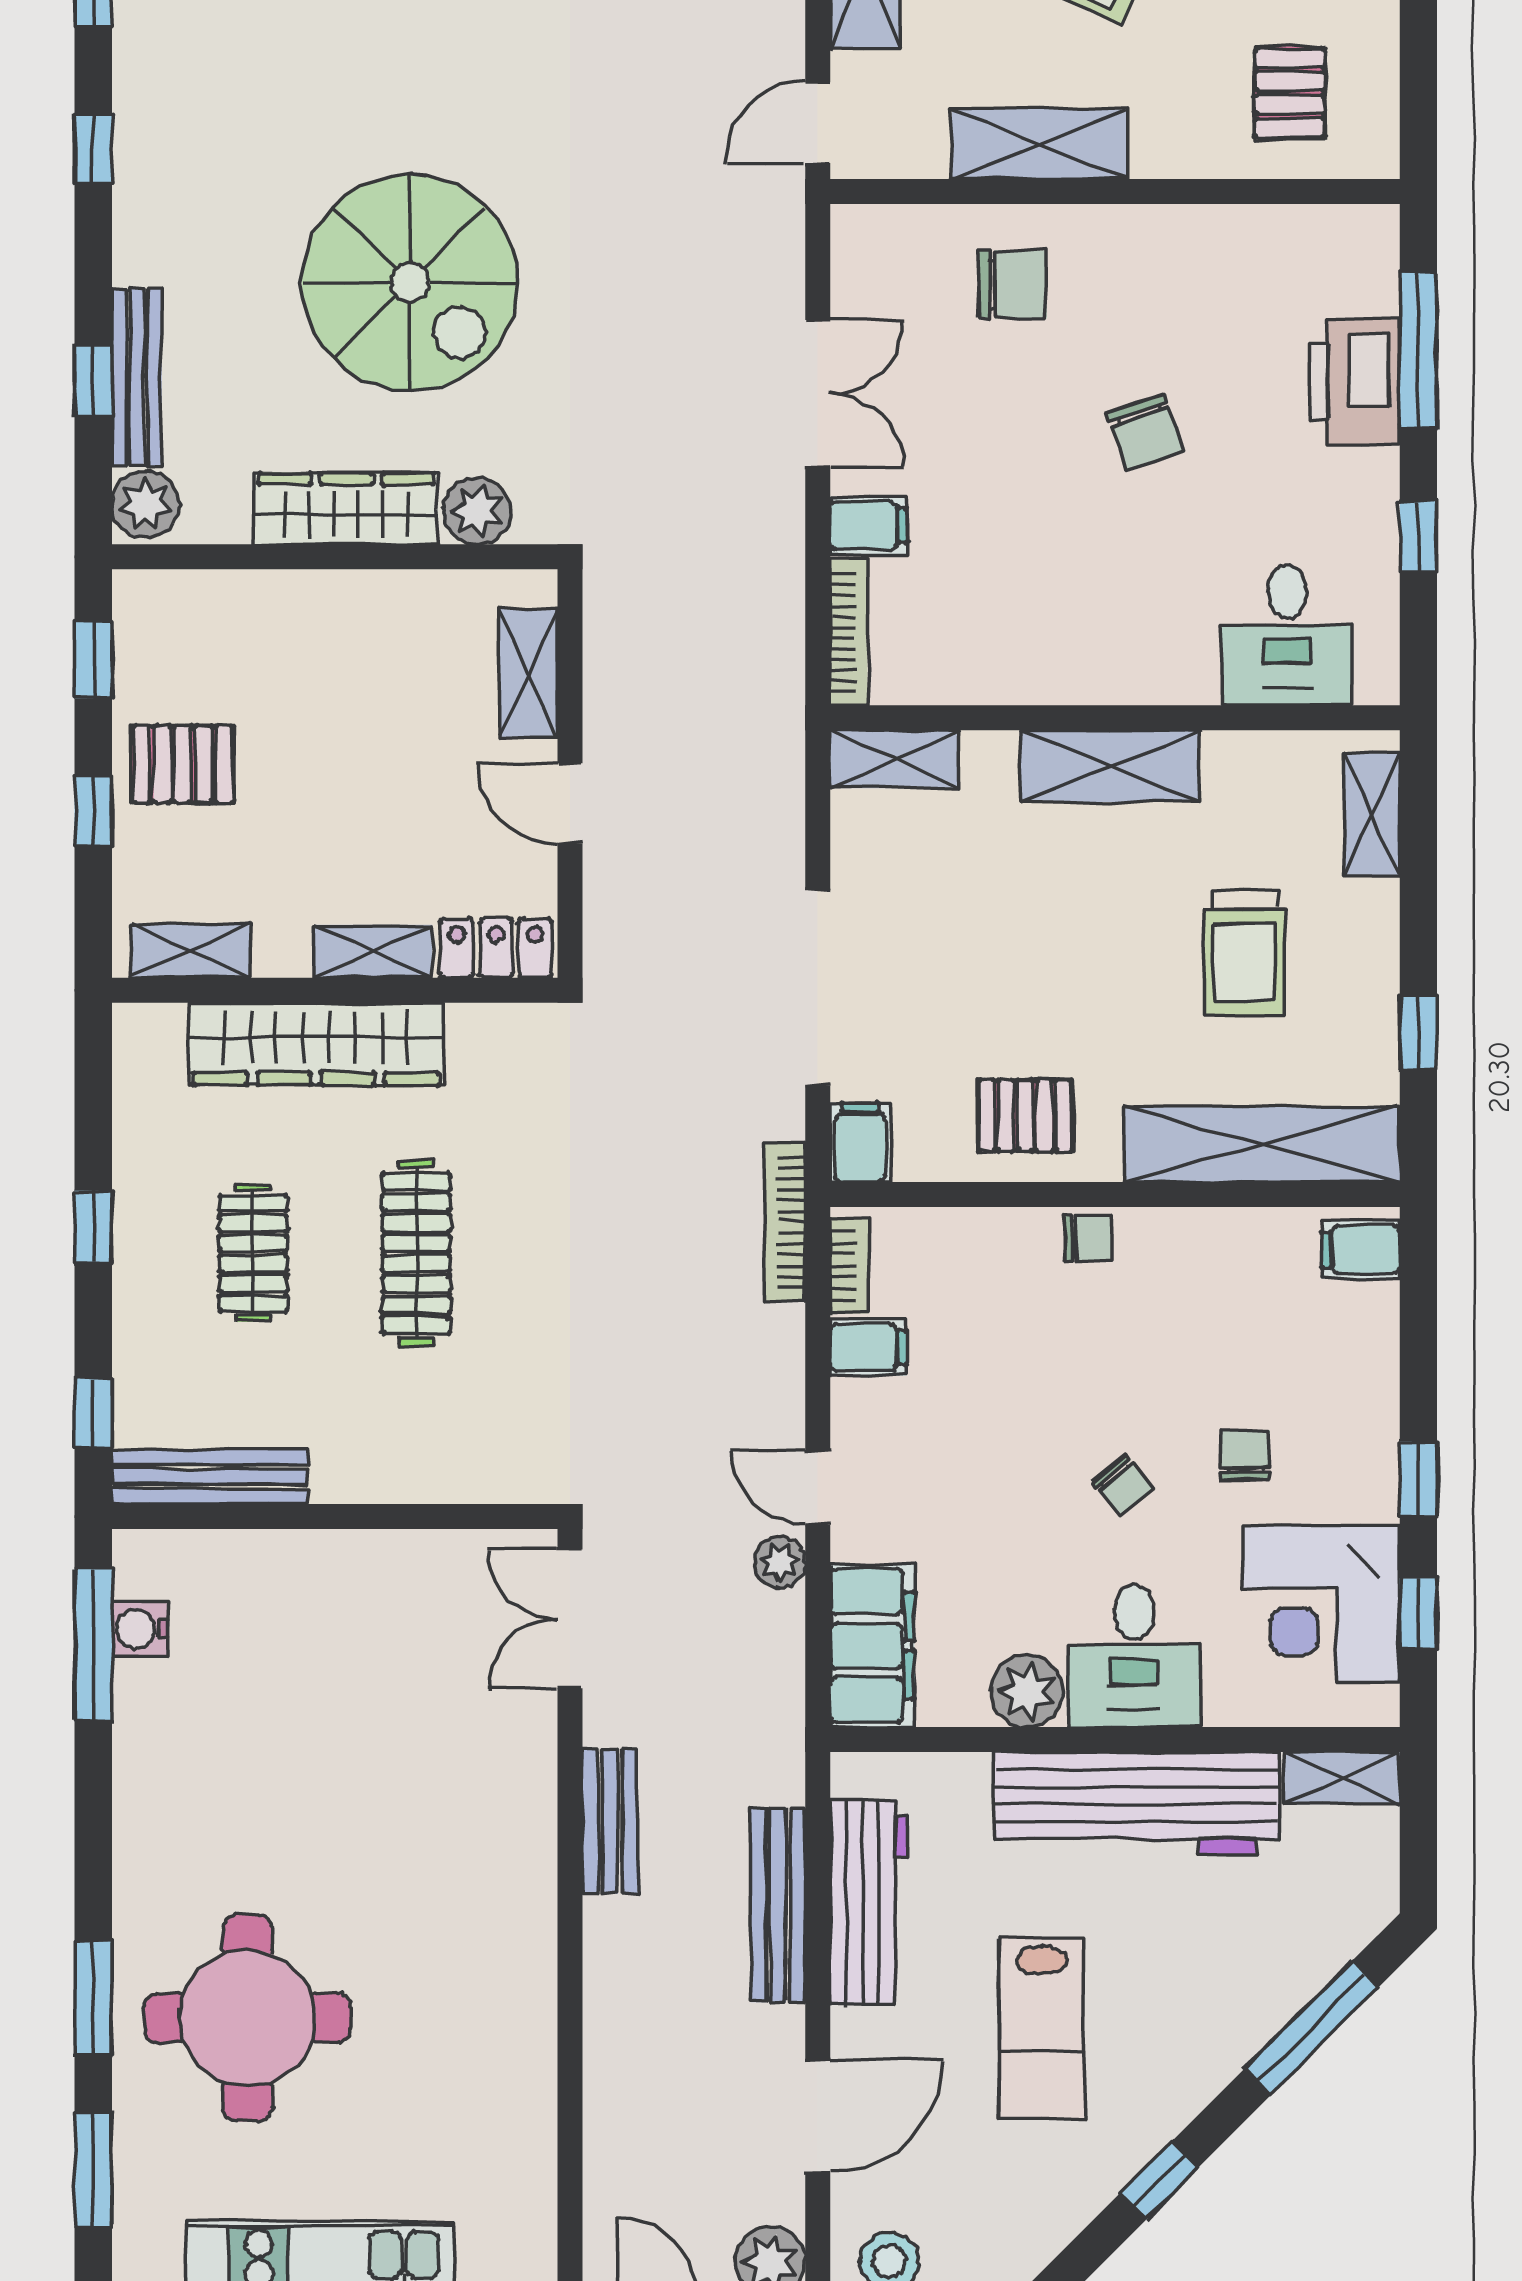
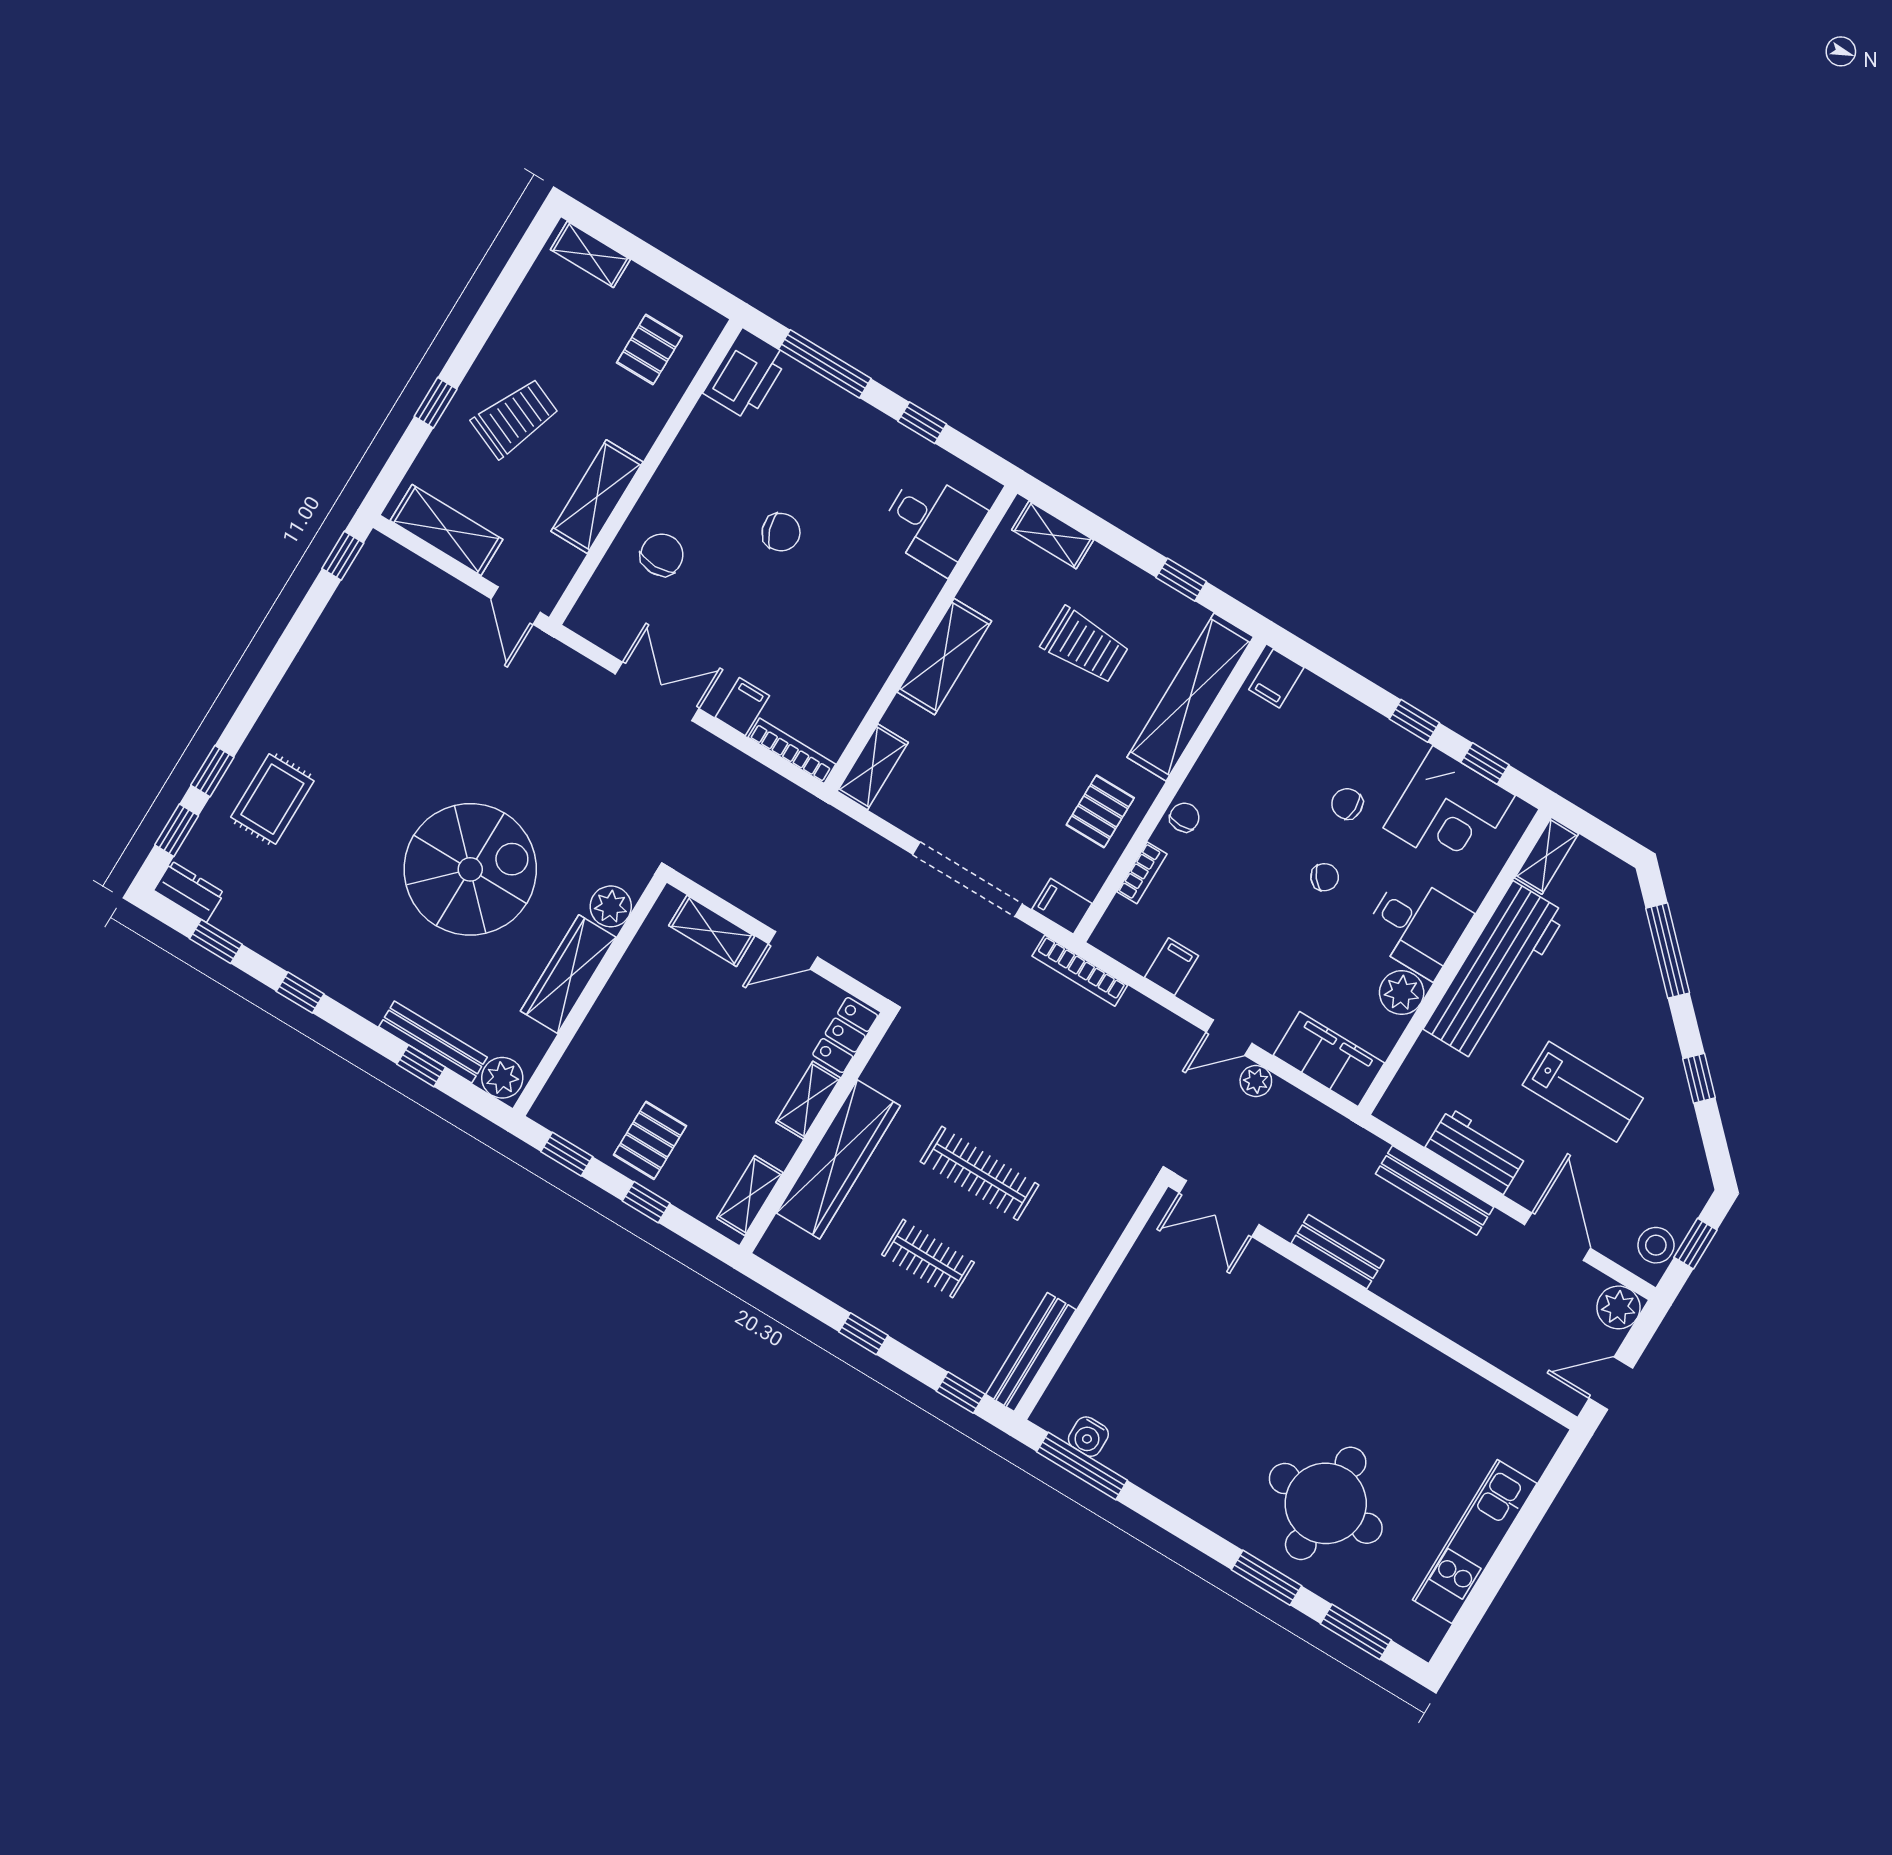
pallet: (1290, 93) -> (649, 349), turned 90
printer: (1354, 382) -> (746, 374), moved, turned -90
bookcase: (849, 1266) -> (1142, 873), moved, turned 90
workbench: (869, 1902) -> (1476, 1151), width x0.73

